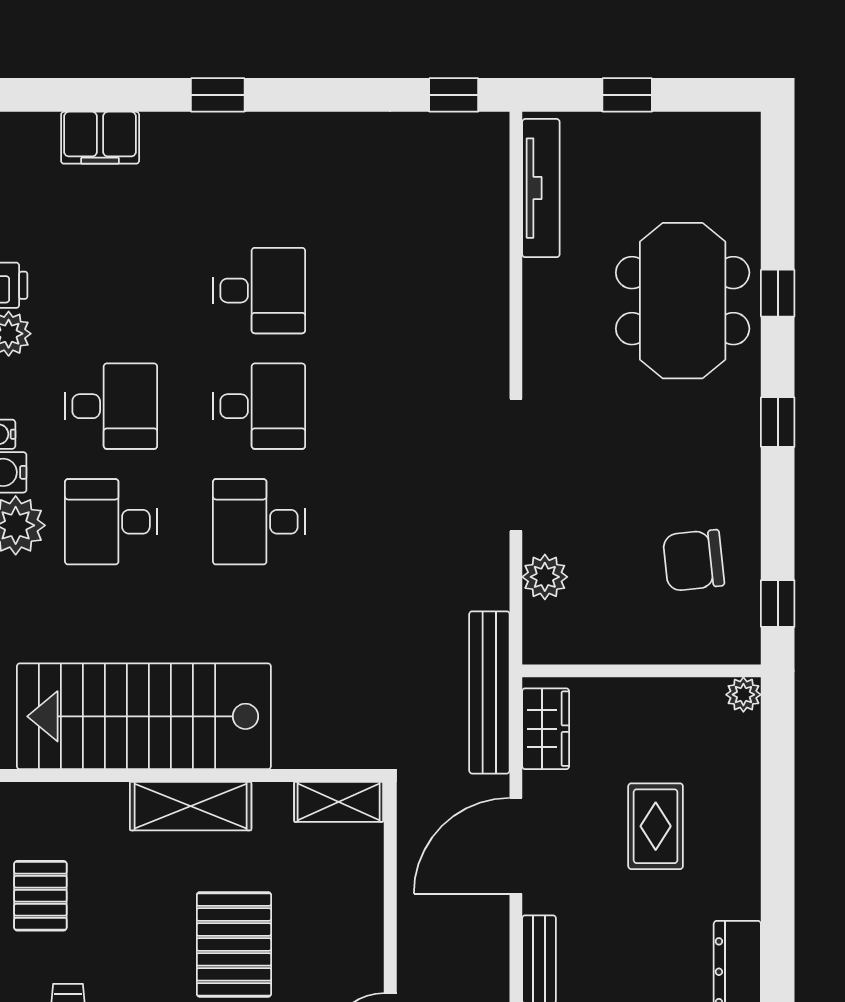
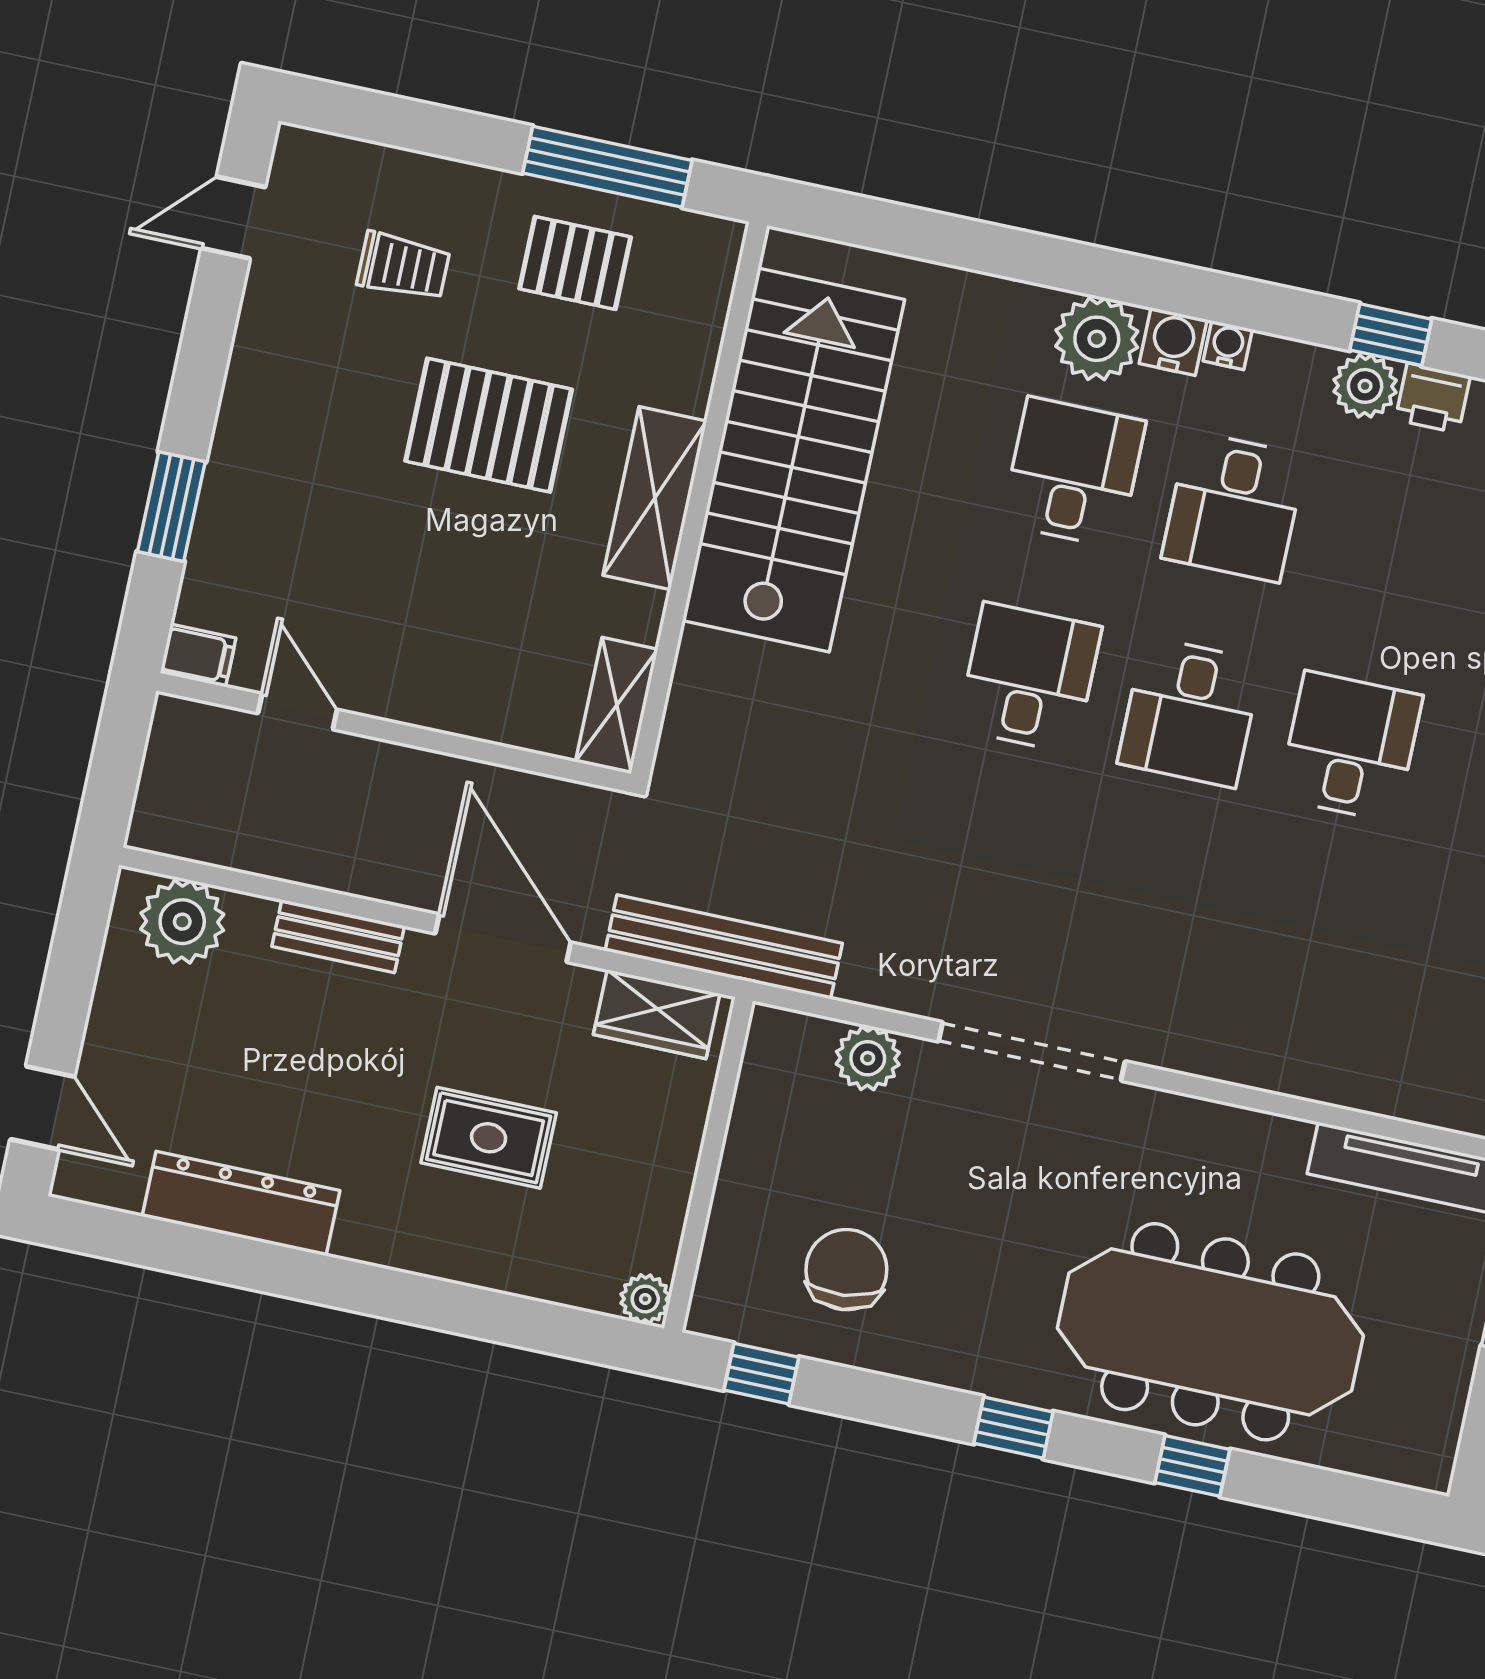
desk: (259, 291) -> (1350, 747), turned 180
meeting table: (683, 301) -> (1210, 1332), width x1.36
pallet: (234, 944) -> (489, 425), moved

